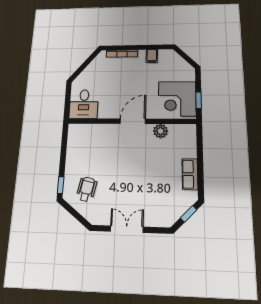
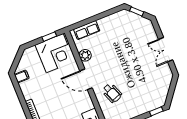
filing cabinet: (152, 56) -> (22, 76), moved
row of seats: (190, 174) -> (87, 30), moved
wheelchair: (87, 189) -> (112, 93), moved, turned -123

